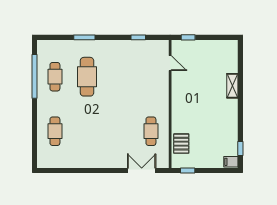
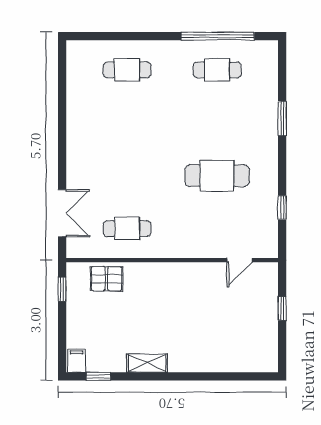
window: (188, 37) -> (282, 308), moved
cafe table: (87, 77) -> (217, 176), moved
shelving: (232, 86) -> (147, 363), moved

